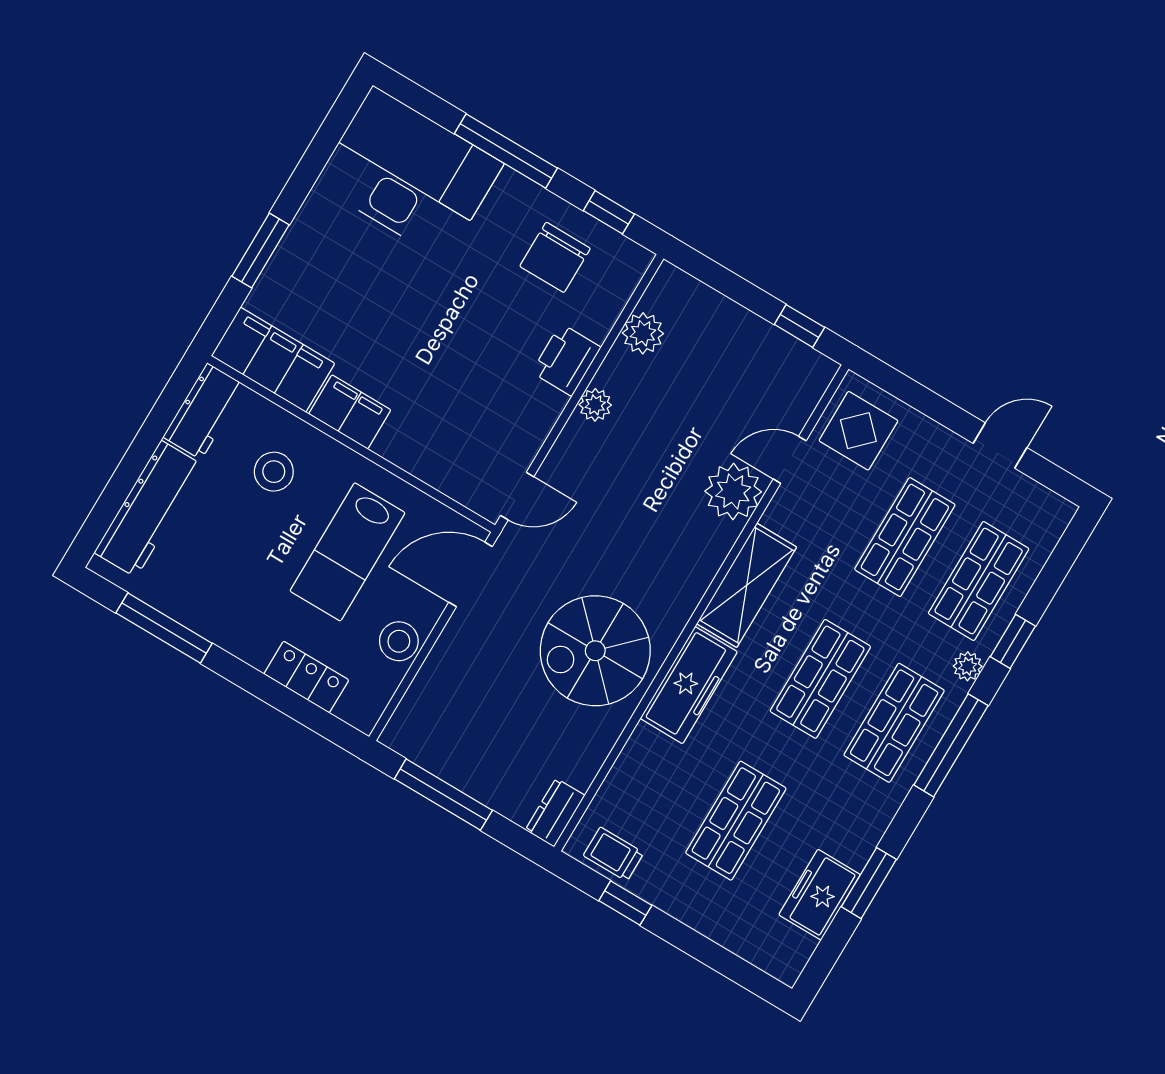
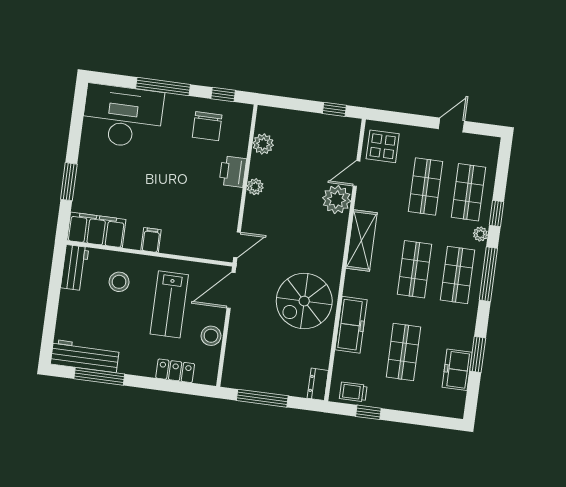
filing cabinet: (350, 412) -> (151, 240), width x0.50
workbench: (149, 509) -> (85, 356), moved, turned -90
freezer: (689, 685) -> (351, 325), moved

